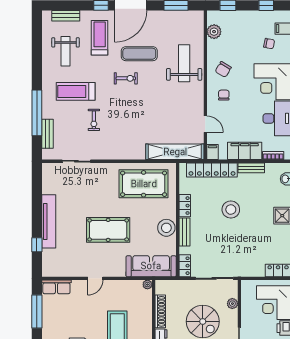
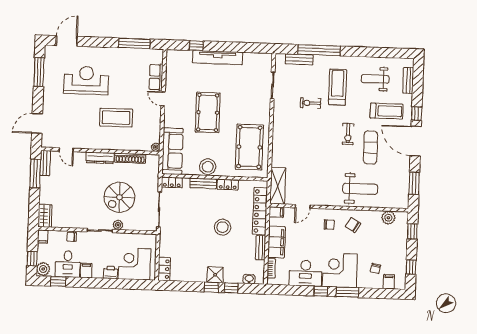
shelving: (175, 152) -> (278, 186), width x0.68
row of seats: (56, 287) -> (156, 77), moved
plant: (232, 304) -> (118, 225), moved

